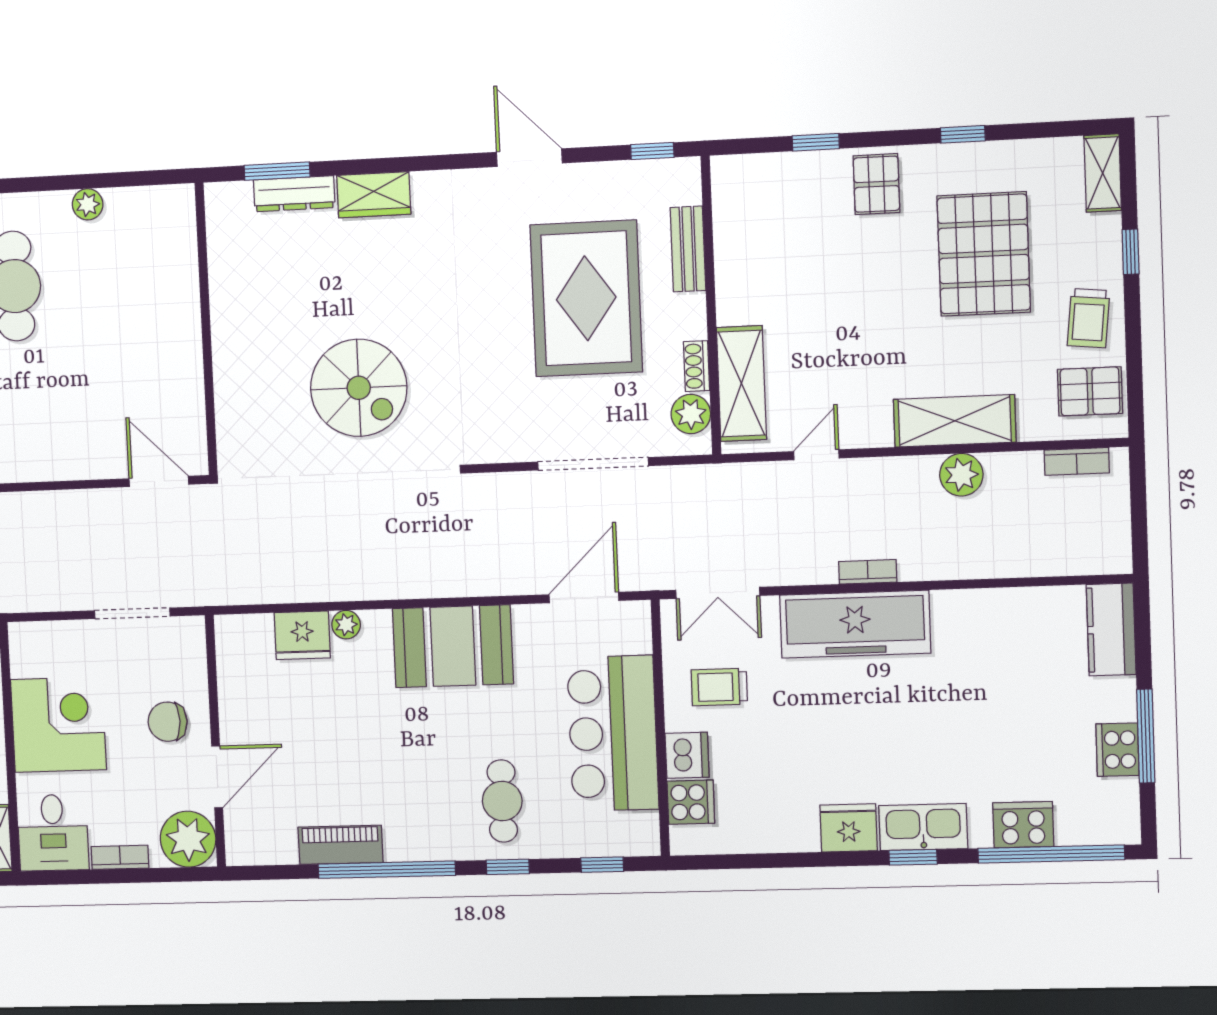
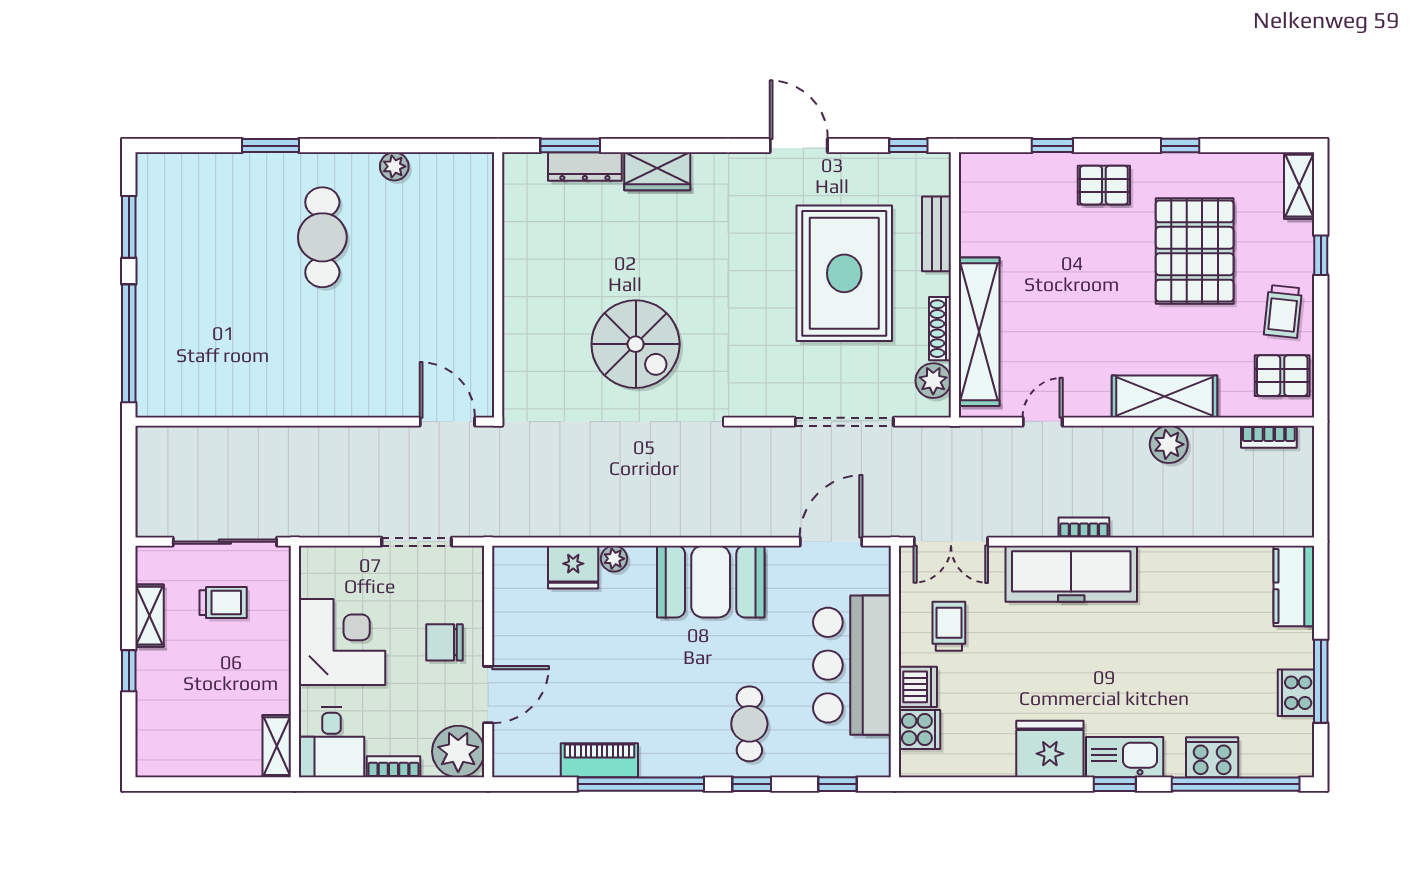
pallet: (876, 184) -> (1104, 185), turned 90
shoe rack: (697, 366) -> (940, 329), width x1.43
shelving: (741, 384) -> (979, 332), width x1.47
trolley: (719, 687) -> (949, 626), turned 90
fridge: (849, 828) -> (1050, 749), width x1.36, depth x1.34

